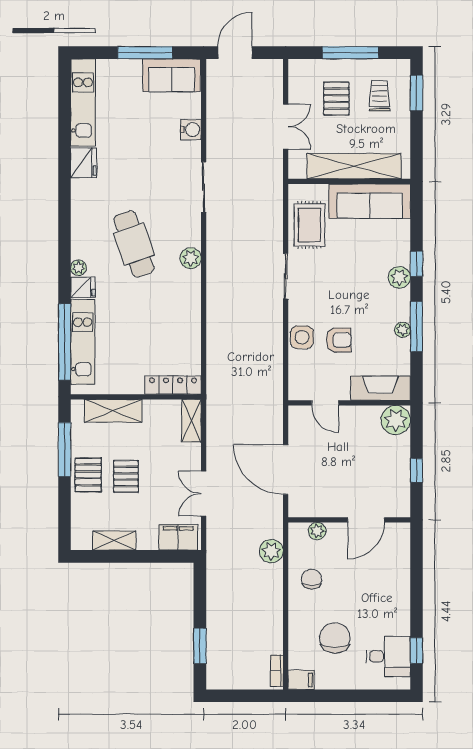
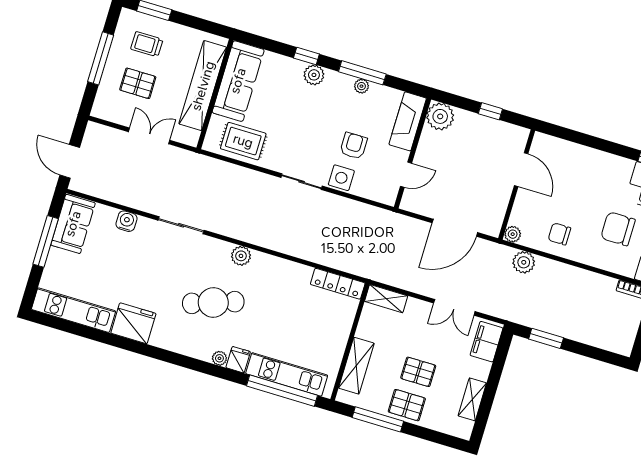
fridge: (84, 163) -> (133, 323), width x1.36, depth x1.34
sliding door: (286, 276) -> (302, 182), moved
locker: (173, 385) -> (338, 284), moved, turned -90
plant: (317, 531) -> (513, 234), moved
window: (200, 646) -> (546, 338), moved

